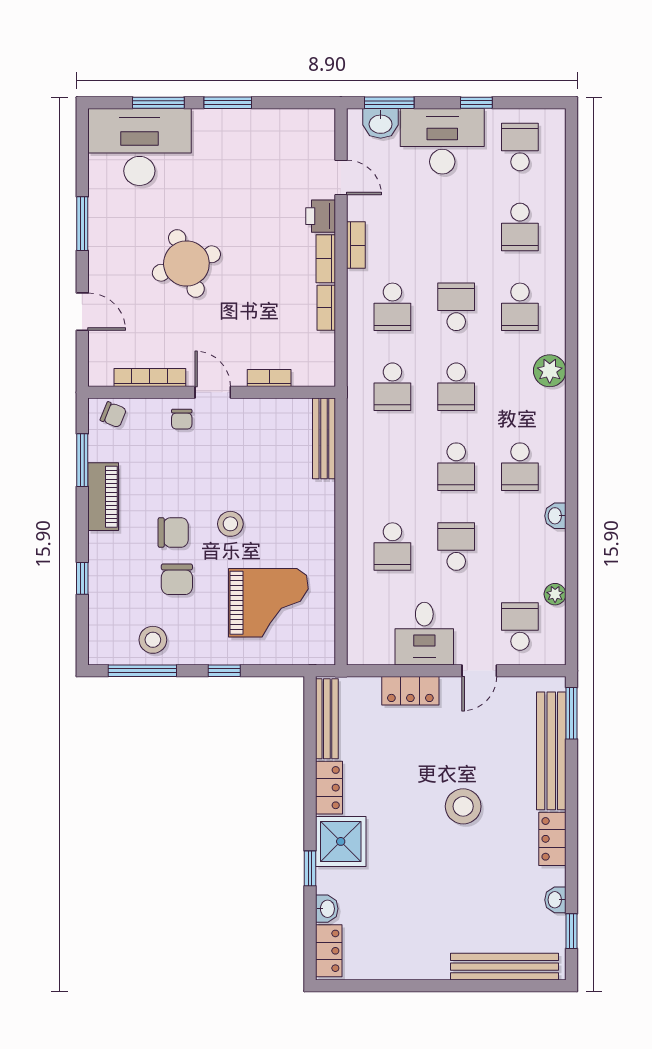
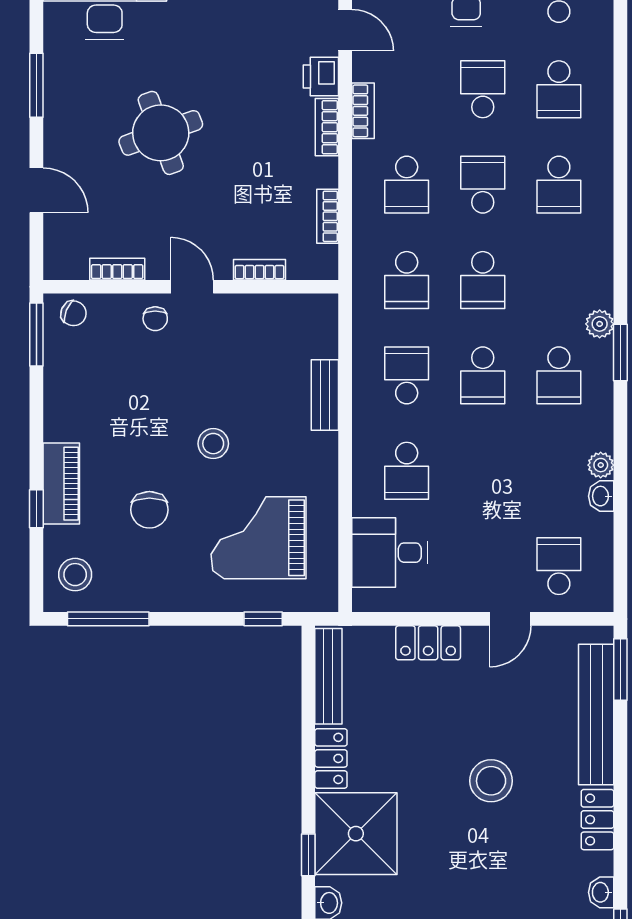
school desk: (456, 227) -> (483, 89), added
bookcase: (326, 308) -> (328, 216), moved
plant: (550, 371) -> (600, 324), moved, width x0.73, depth x0.73
bookcase: (150, 378) -> (117, 269), width x0.64
bench: (324, 438) -> (325, 395), moved, width x0.73
window: (572, 448) -> (620, 353), added
window: (82, 460) -> (36, 335), moved
piano: (103, 497) -> (61, 484), moved
washbasin: (555, 516) -> (601, 496), moved
chair: (173, 532) -> (145, 454), removed
school desk: (456, 547) -> (407, 375), moved
plant: (555, 594) -> (601, 465), moved
grand piano: (268, 603) -> (259, 538), turned 180
desk: (424, 634) -> (389, 553), moved, turned 90
stool: (153, 640) -> (75, 575), moved
window: (224, 671) -> (263, 619), moved
shower: (341, 841) -> (356, 834), width x1.37, depth x1.37

